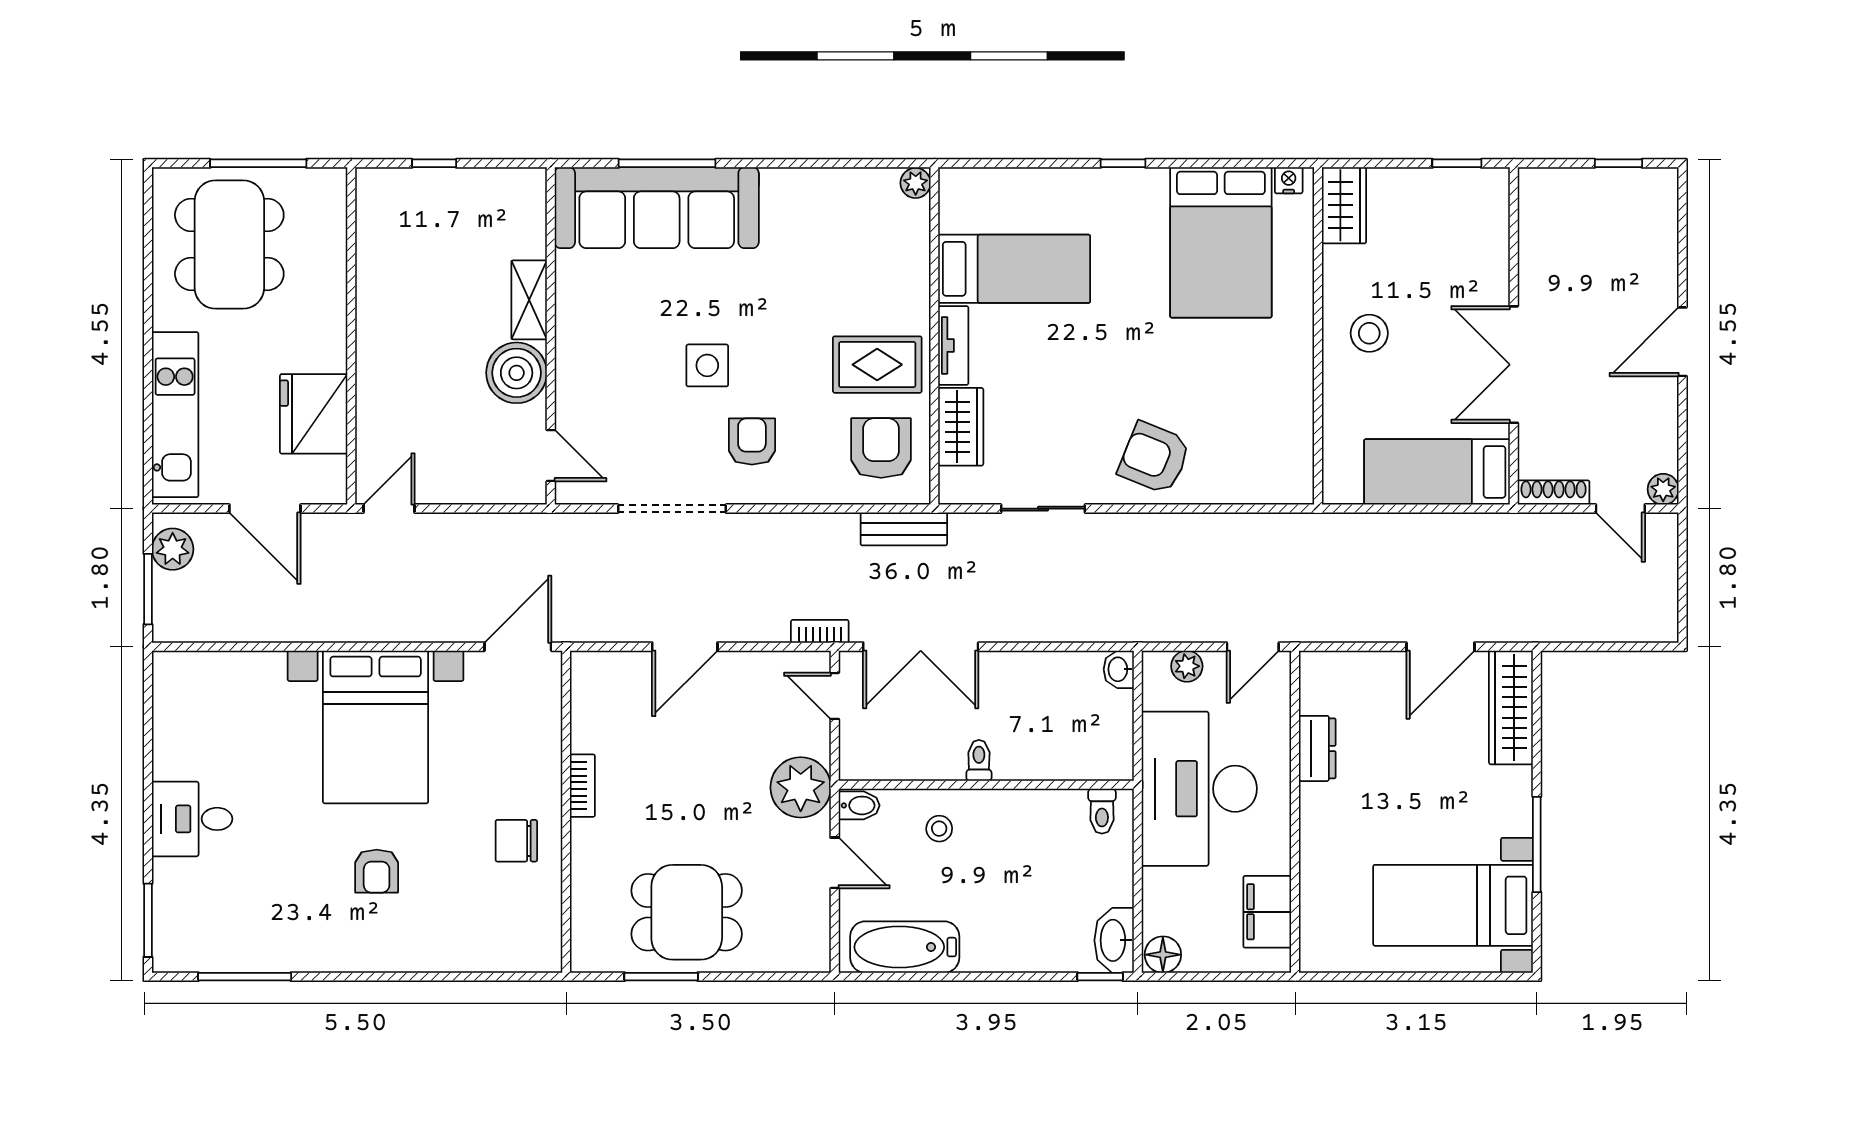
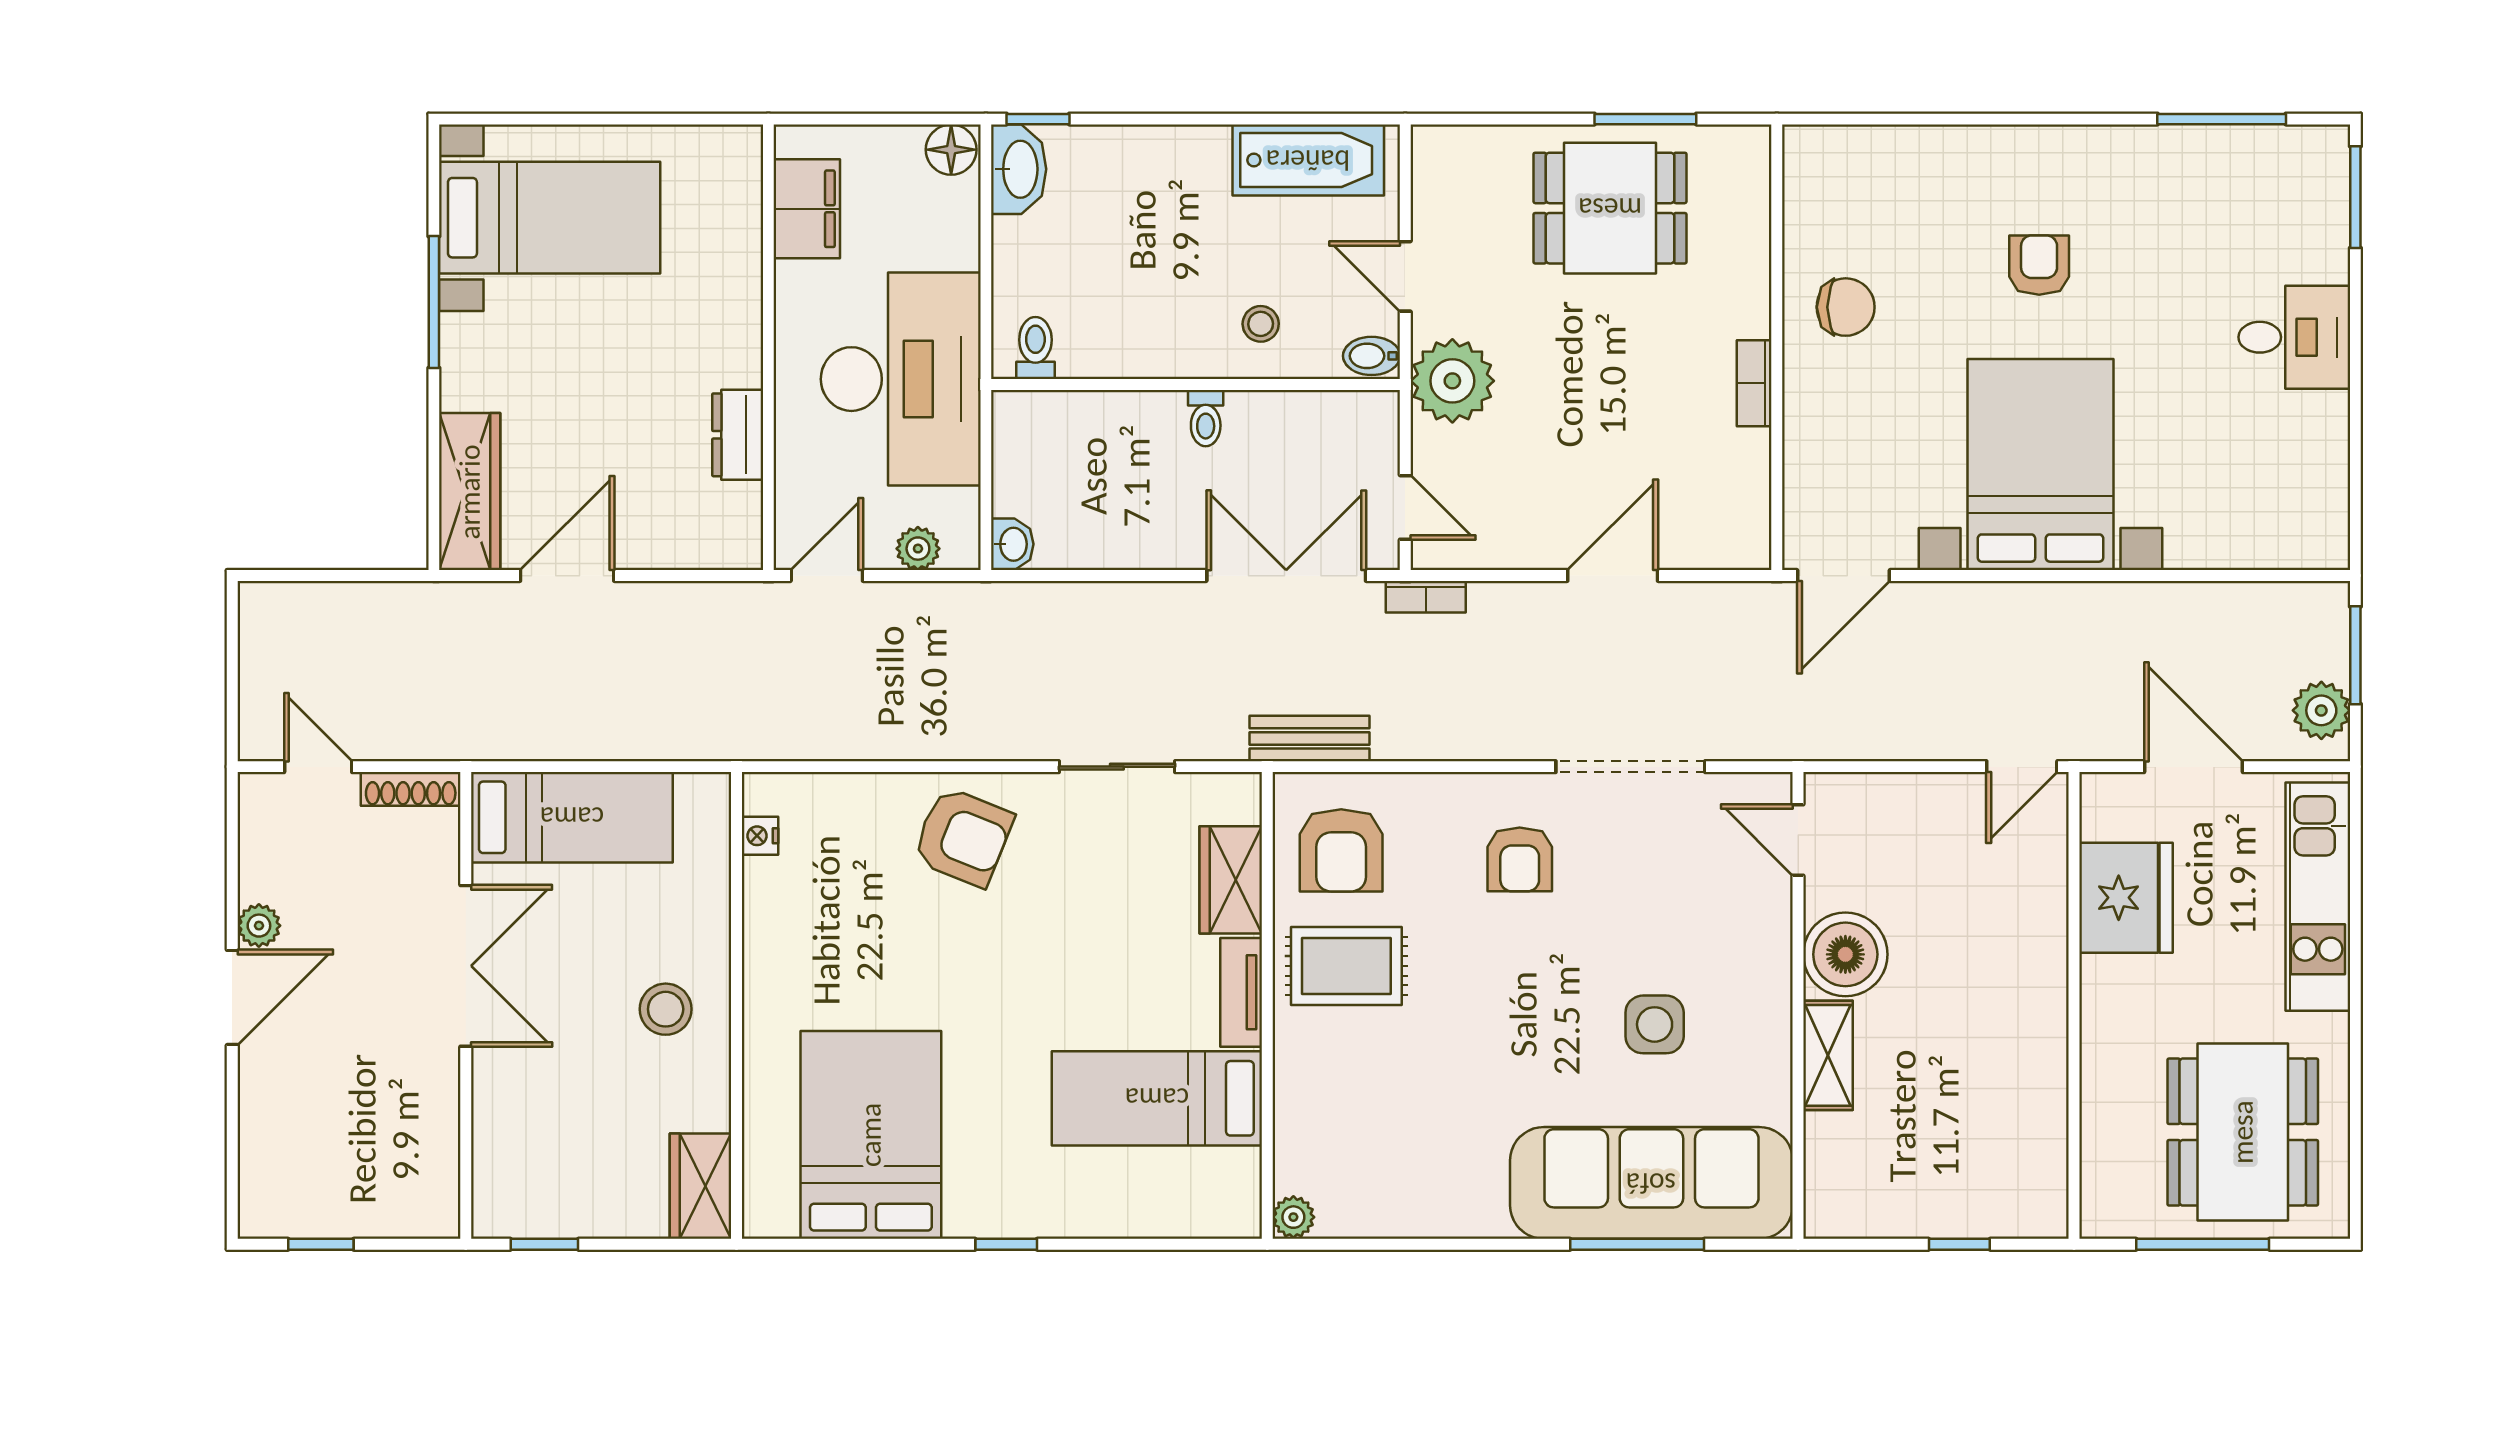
nightstand: (1289, 180) -> (760, 836), moved, turned 90
side table: (707, 365) -> (1655, 1024), moved
plant: (1663, 489) -> (259, 926), moved

